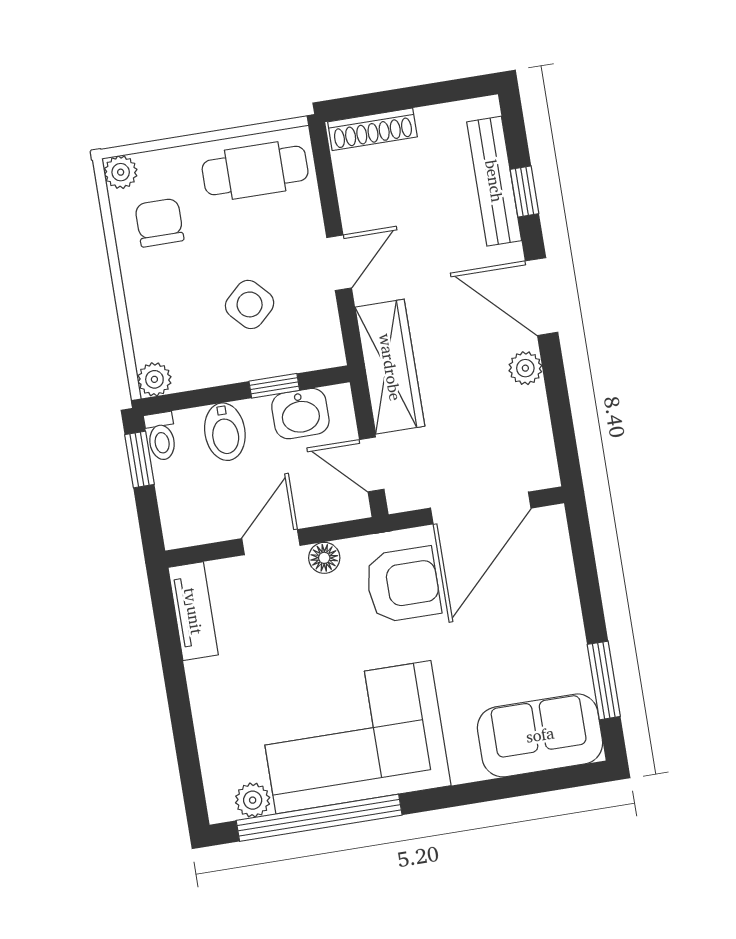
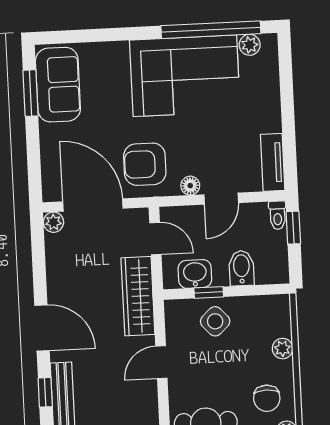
side table: (250, 304) -> (215, 321), moved
plant: (525, 368) -> (53, 222), moved
plant: (154, 379) -> (282, 349), moved
toilet: (161, 436) -> (278, 215), moved, turned 180
window: (139, 460) -> (293, 228), moved
door: (481, 508) -> (93, 205), hinge flipped
sofa: (540, 735) -> (58, 85), moved, turned -90

